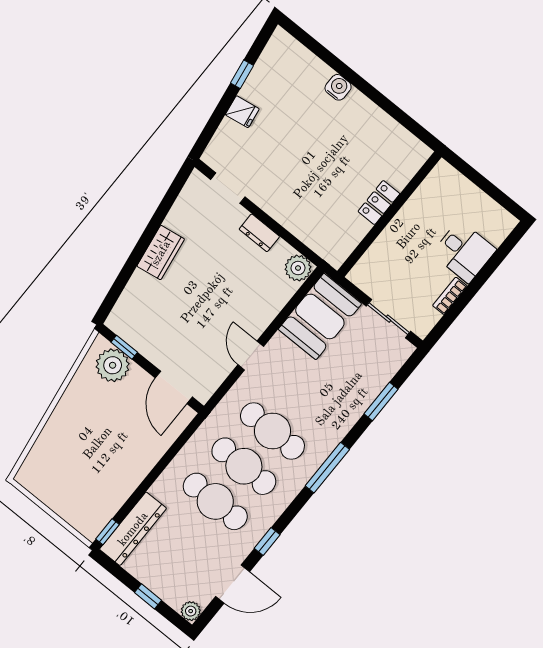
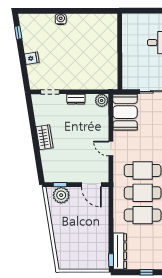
window: (242, 74) -> (18, 33), moved
locker: (379, 203) -> (112, 50), removed

